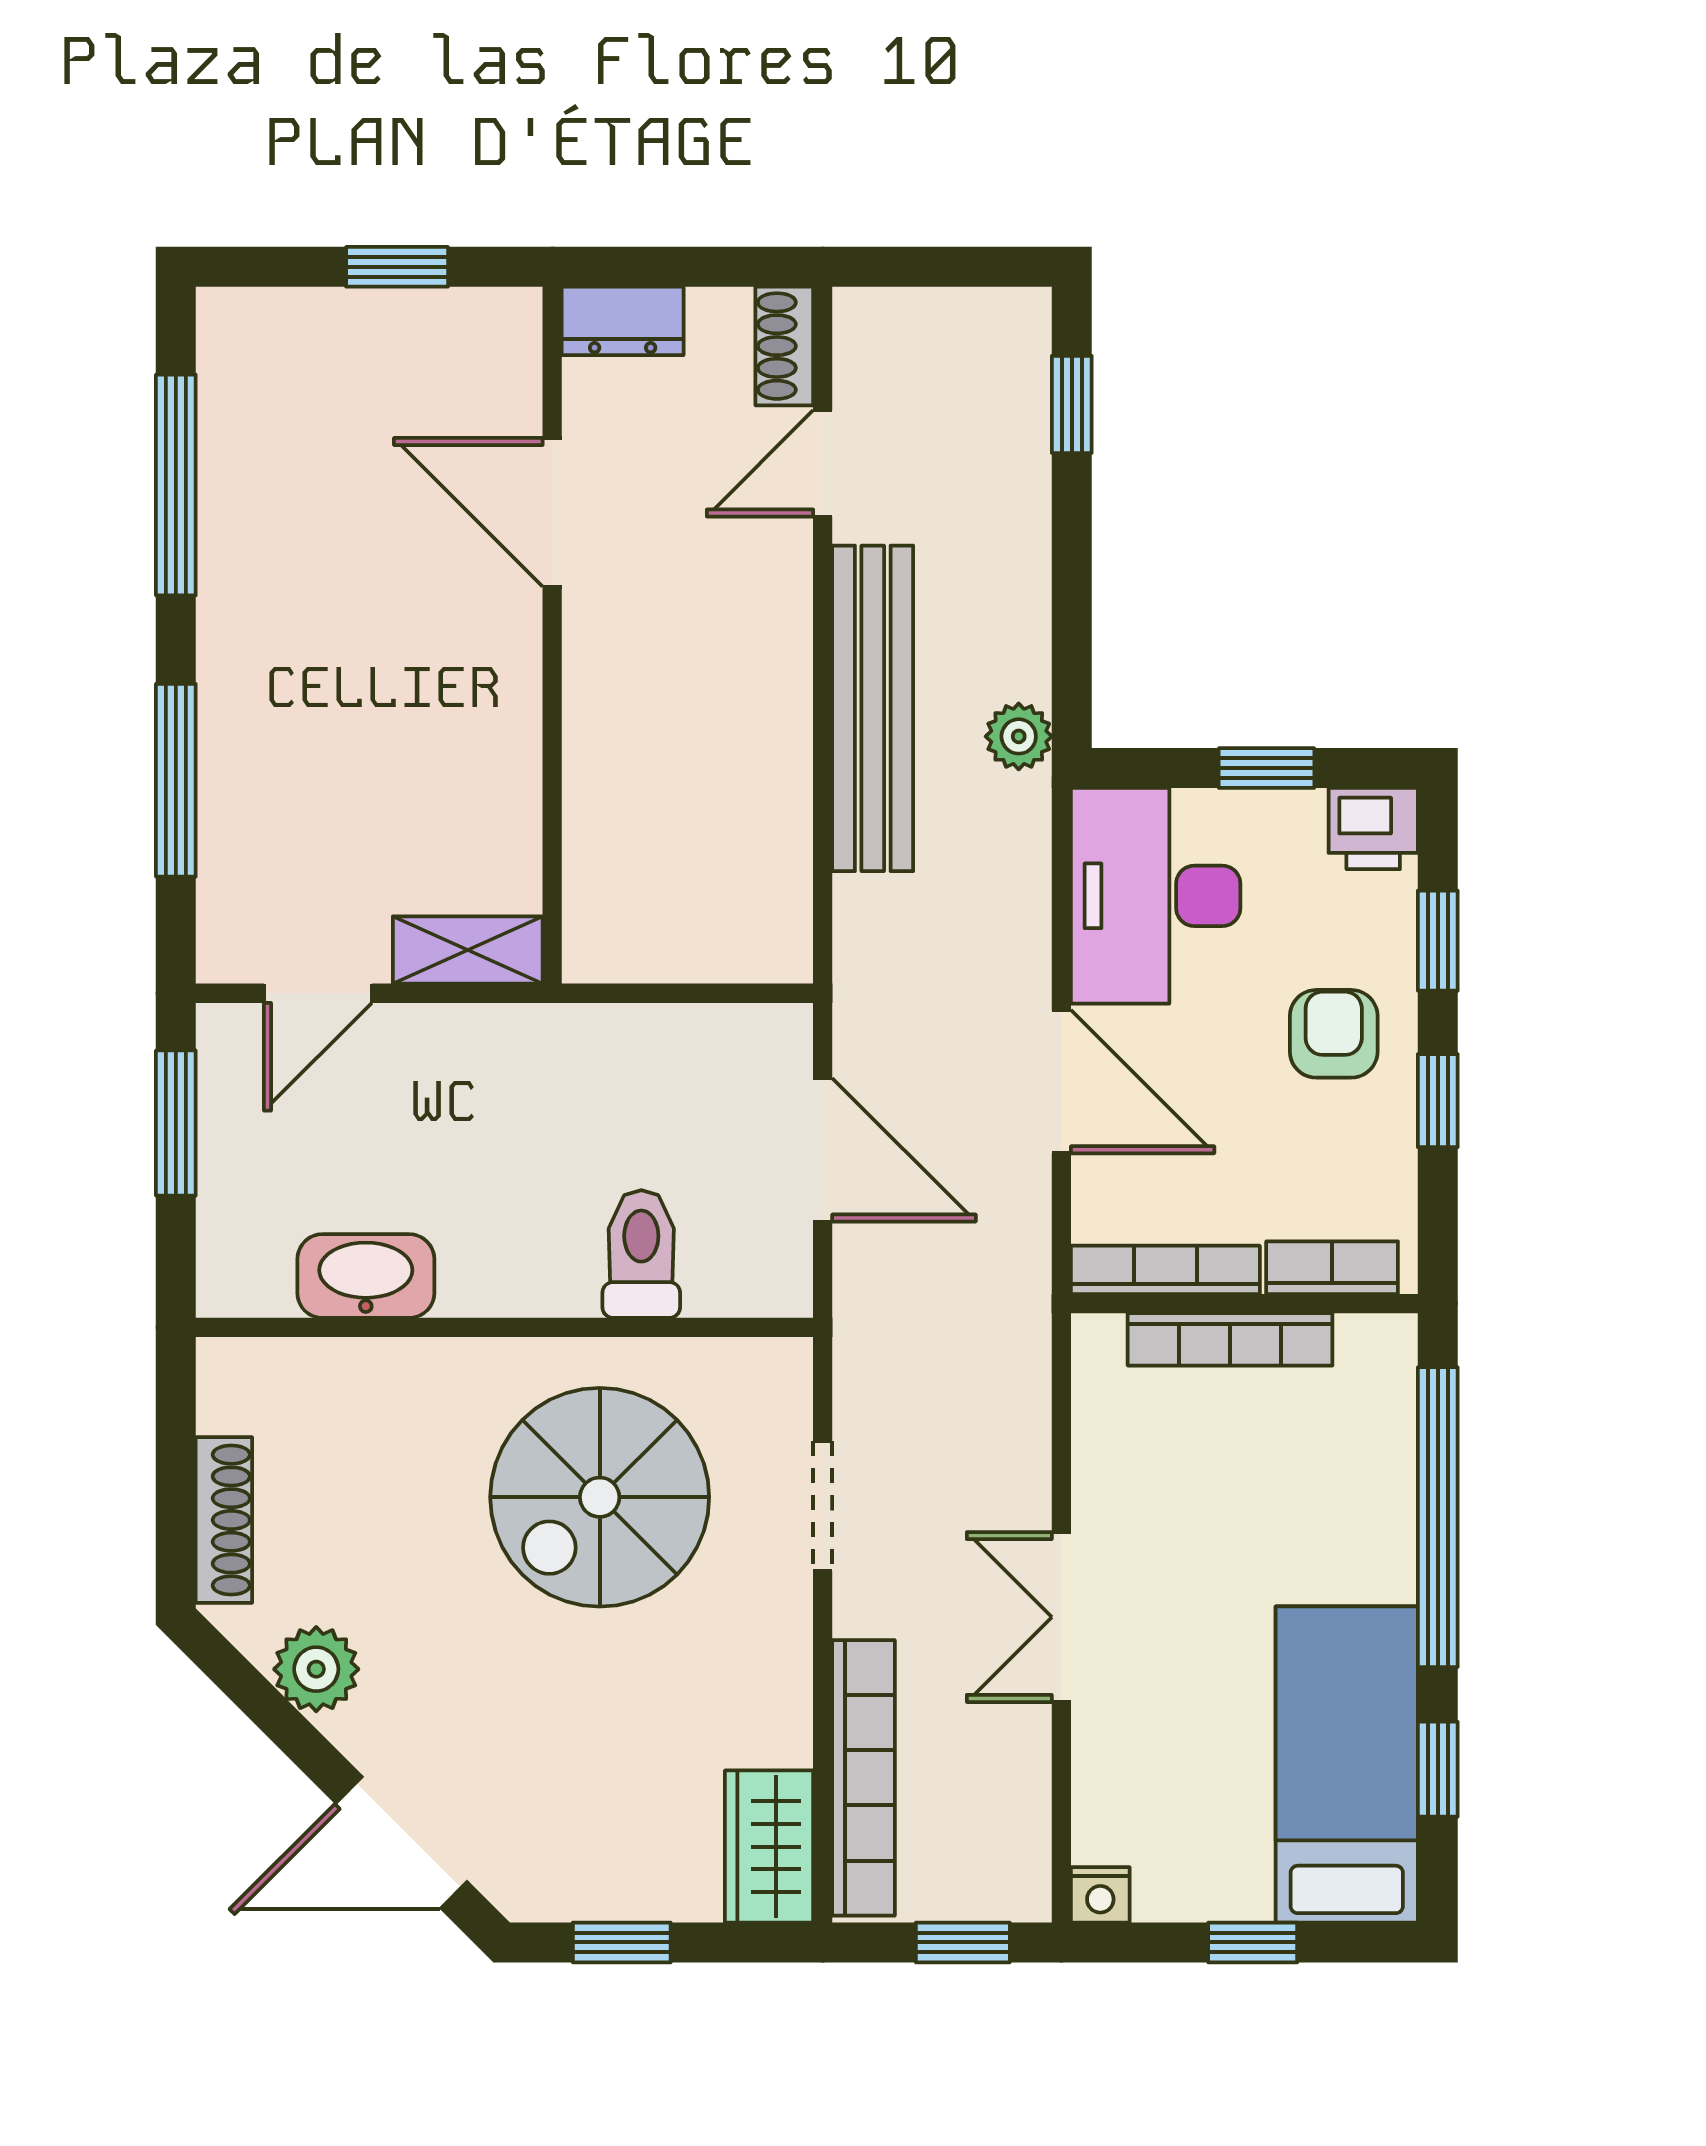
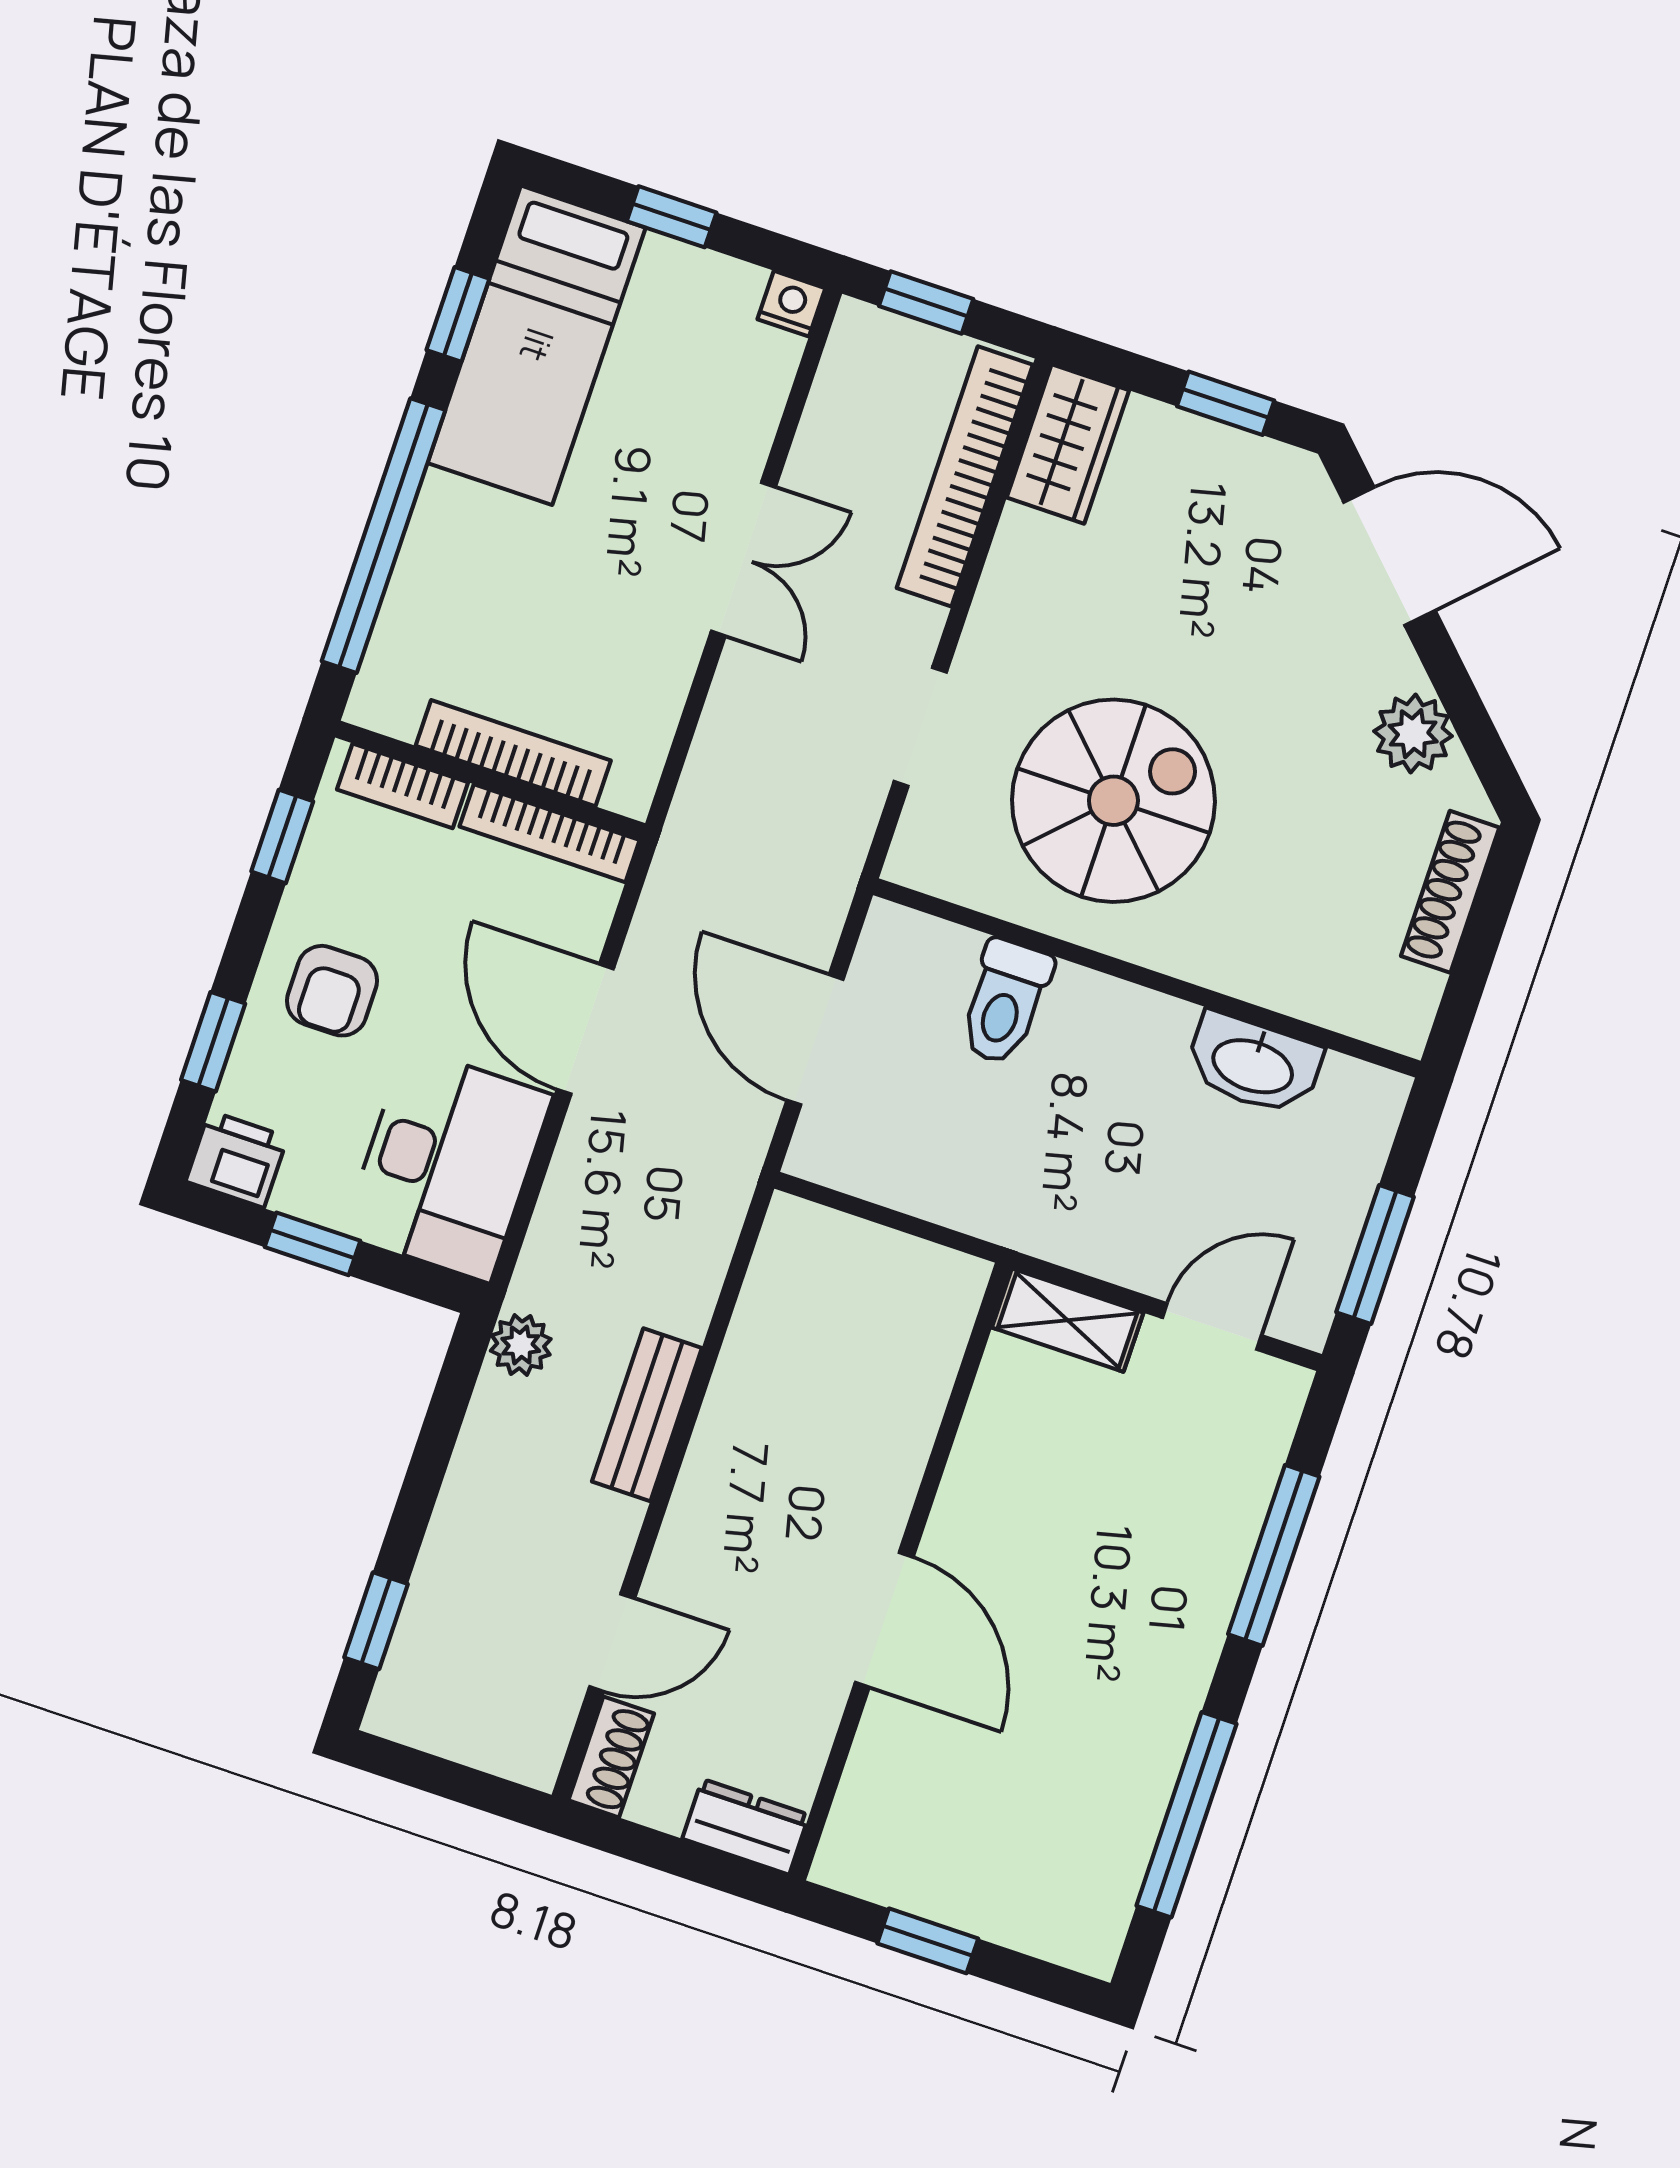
door: (552, 512) -> (884, 1620), moved
bench: (873, 708) -> (647, 1415), width x0.54, depth x0.82
window: (1438, 1101) -> (282, 836), moved

